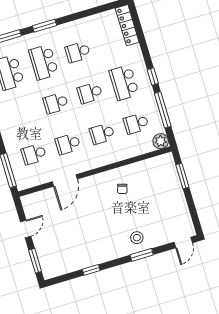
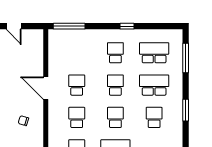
window: (44, 26) -> (186, 110), moved
school desk: (34, 154) -> (115, 53), moved
door: (65, 180) -> (46, 88), moved

